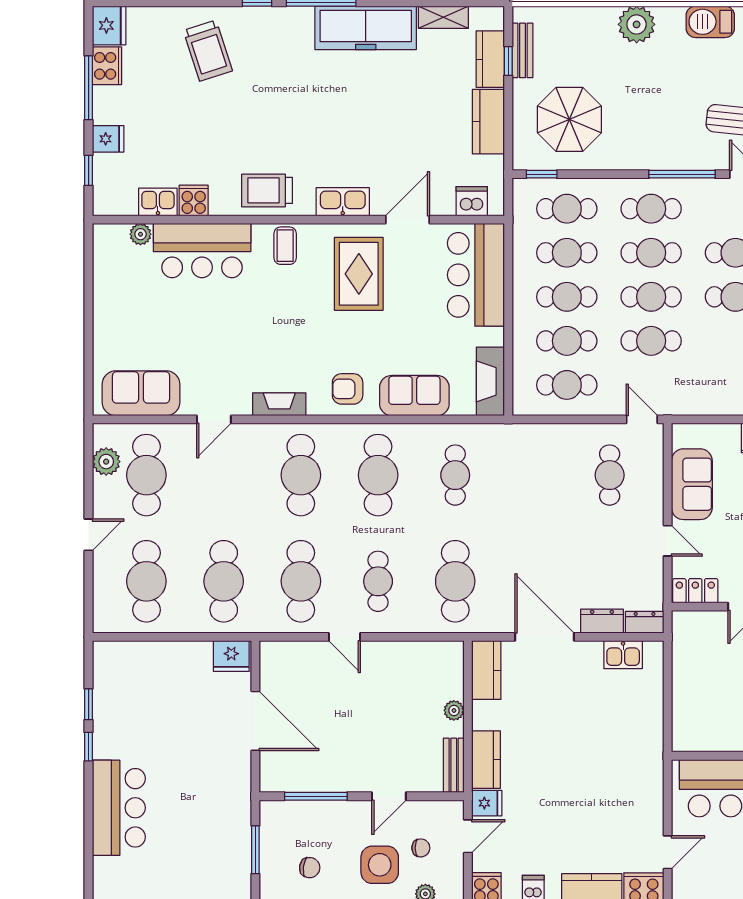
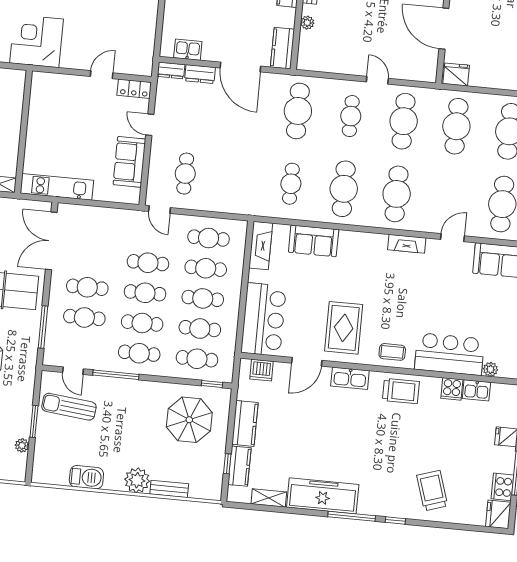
bench: (522, 50) -> (169, 489), moved, turned 90
coffee table: (285, 246) -> (392, 352), turned 90
armchair: (348, 389) -> (359, 250), removed

